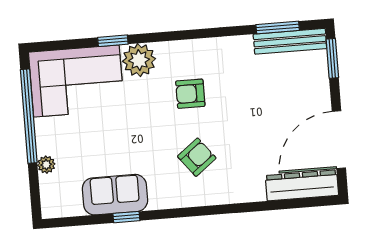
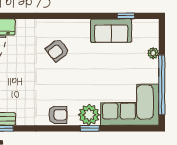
window: (113, 41) -> (90, 128), moved
armchair: (190, 94) -> (58, 115), moved
window: (126, 217) -> (126, 16), moved

